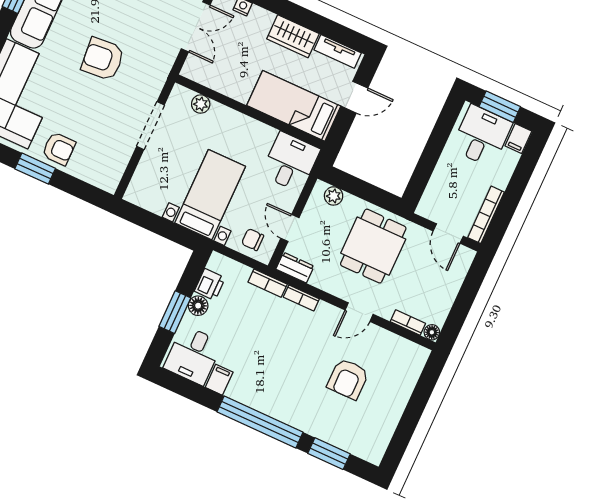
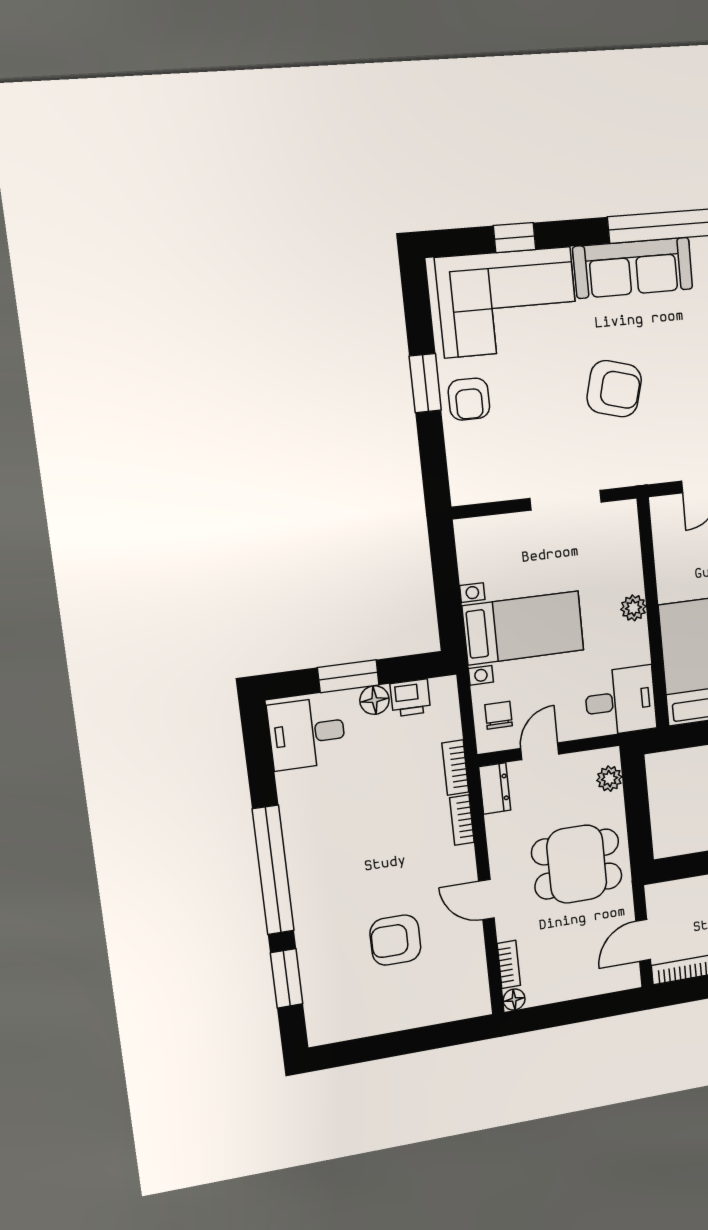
armchair: (103, 59) -> (614, 389), turned 110
plant: (201, 104) -> (633, 608), moved
filing cabinet: (219, 380) -> (296, 785), removed

